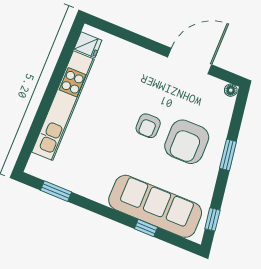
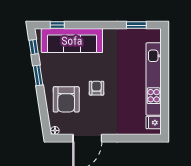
armchair: (187, 142) -> (66, 99), moved, turned 180
window: (228, 155) -> (38, 75), moved
window: (146, 228) -> (57, 25), moved

